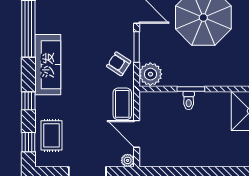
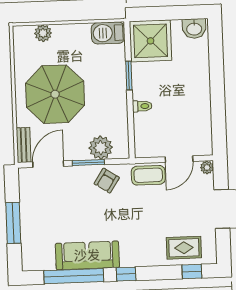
sofa: (48, 65) -> (87, 255), moved
plant: (150, 74) -> (101, 148), moved
window: (191, 89) -> (129, 75), moved
window: (28, 101) -> (126, 274), moved

